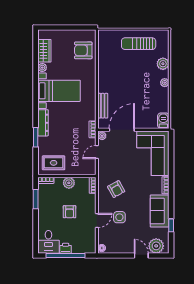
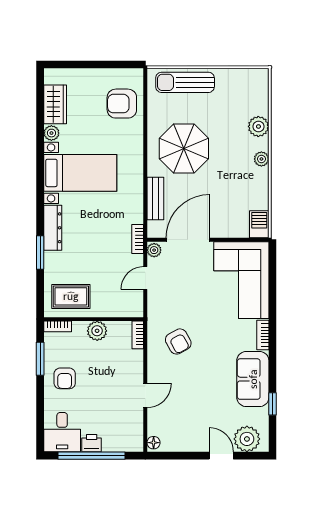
sun lounger: (139, 44) -> (185, 82), moved
parasol: (119, 77) -> (184, 148), added
armchair: (70, 212) -> (65, 378), moved
side table: (119, 217) -> (184, 390), removed

